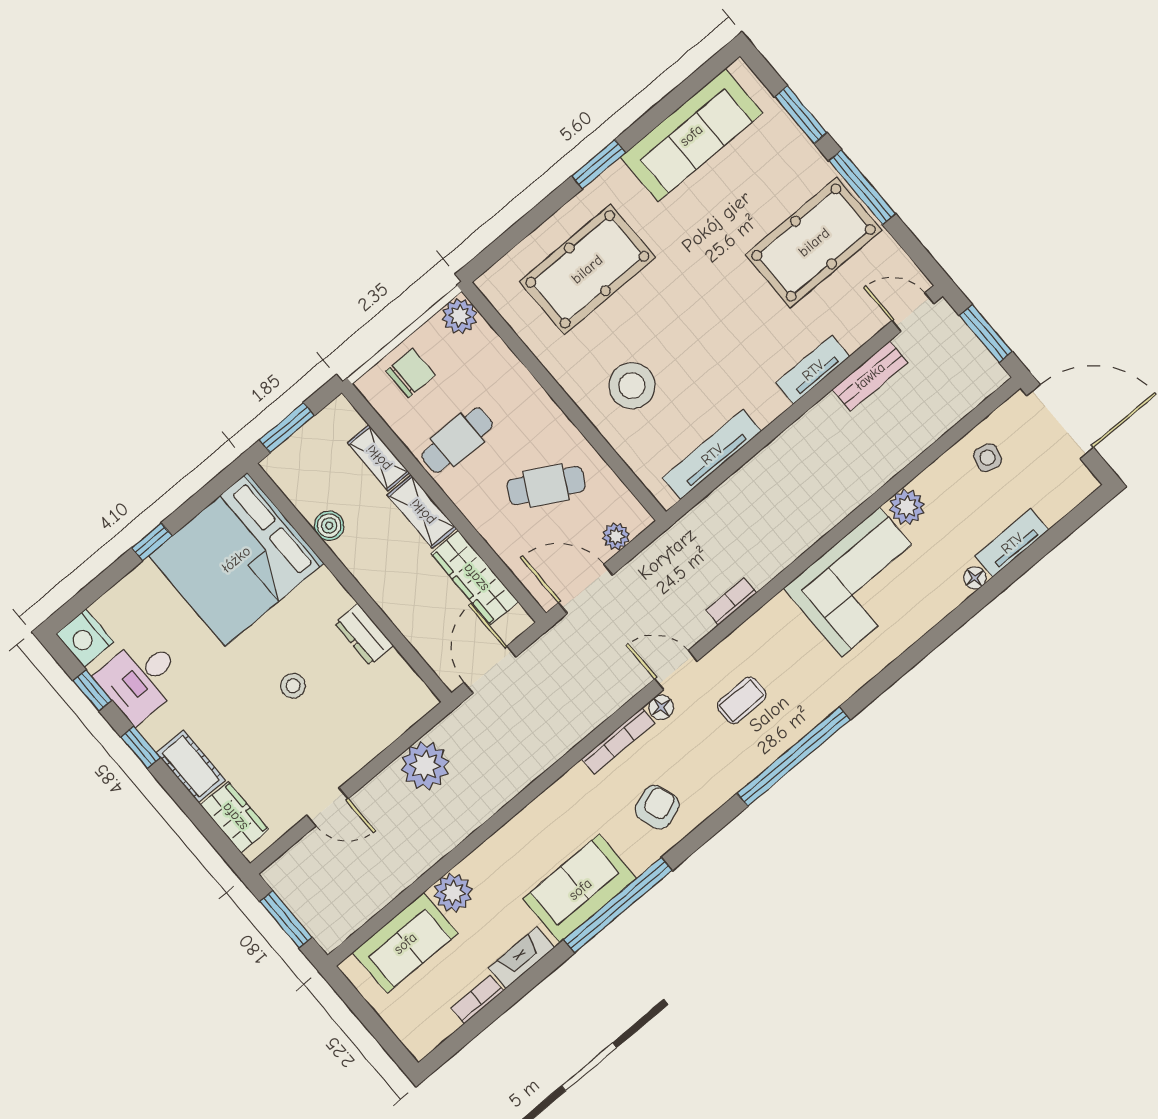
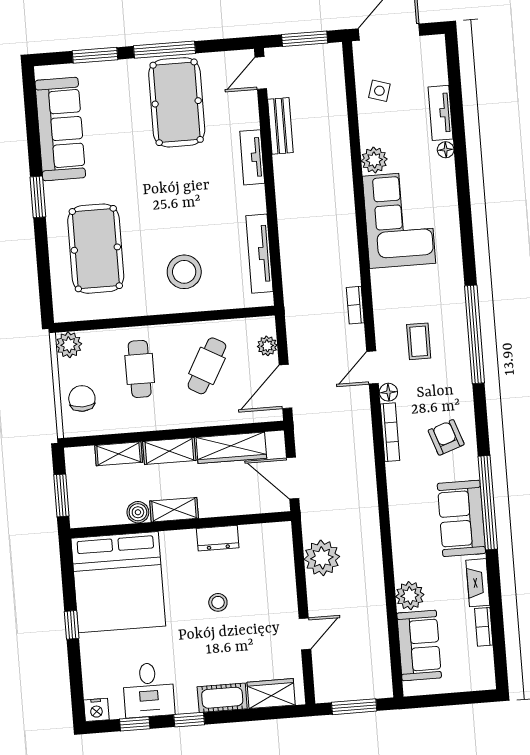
cafe table: (457, 440) -> (140, 369), moved
shelving: (361, 564) -> (174, 510), added
nightstand: (85, 638) -> (96, 710), width x0.74, depth x0.75

